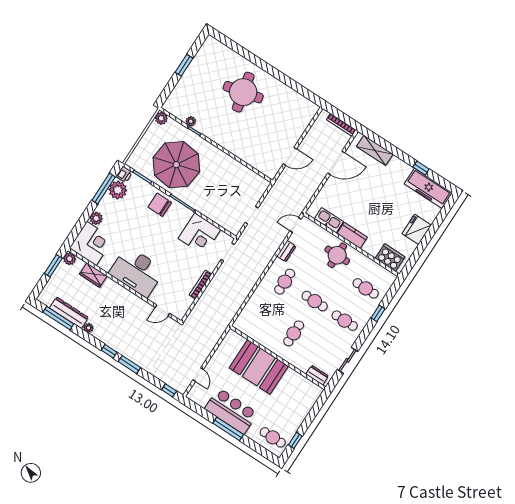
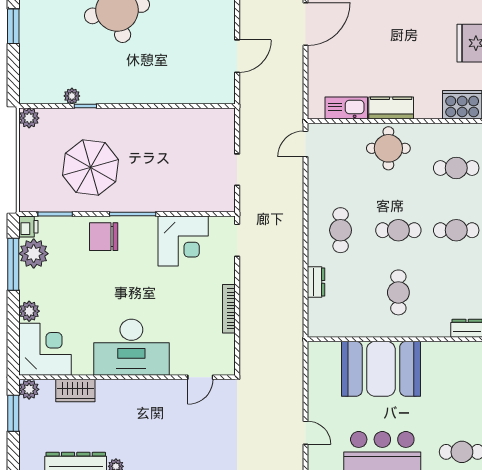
parasol: (176, 165) -> (91, 168), width x0.73, depth x0.73
dresser: (286, 251) -> (316, 282), moved

